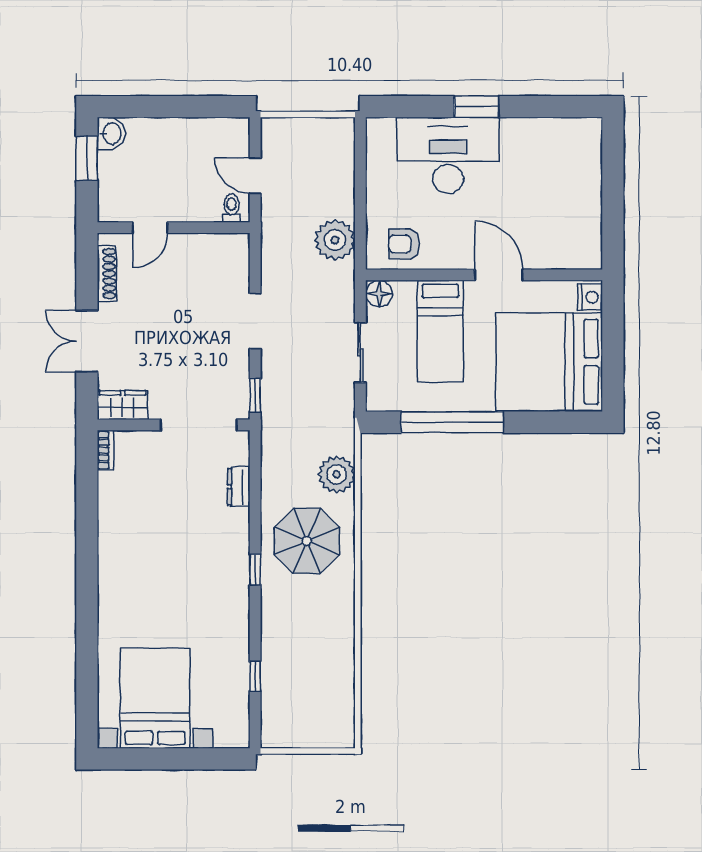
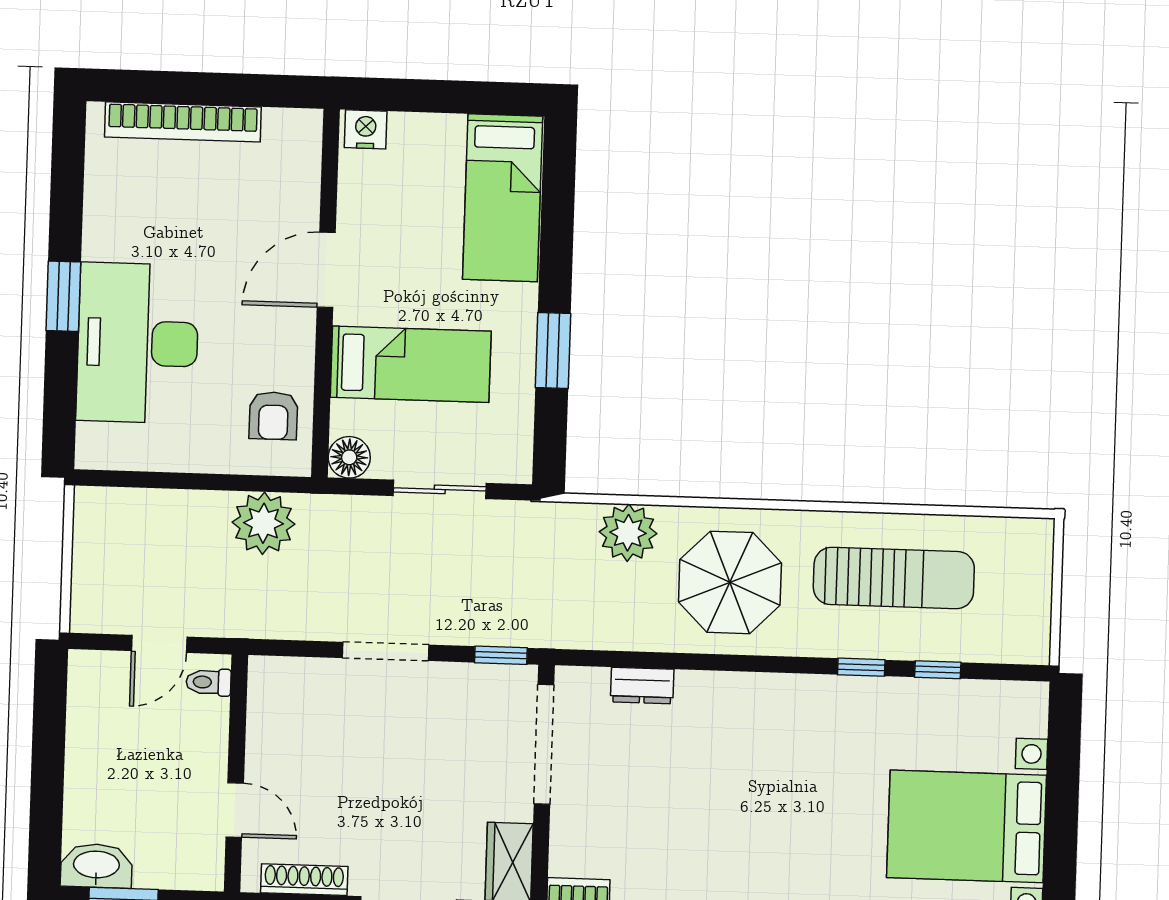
washbasin: (111, 134) -> (96, 866), width x1.38
bookcase: (591, 180) -> (183, 122), added
bed: (549, 362) -> (503, 198), width x0.49
window: (452, 422) -> (553, 351), width x0.47
window: (255, 570) -> (861, 667), moved
sun lounger: (313, 646) -> (894, 578), added

